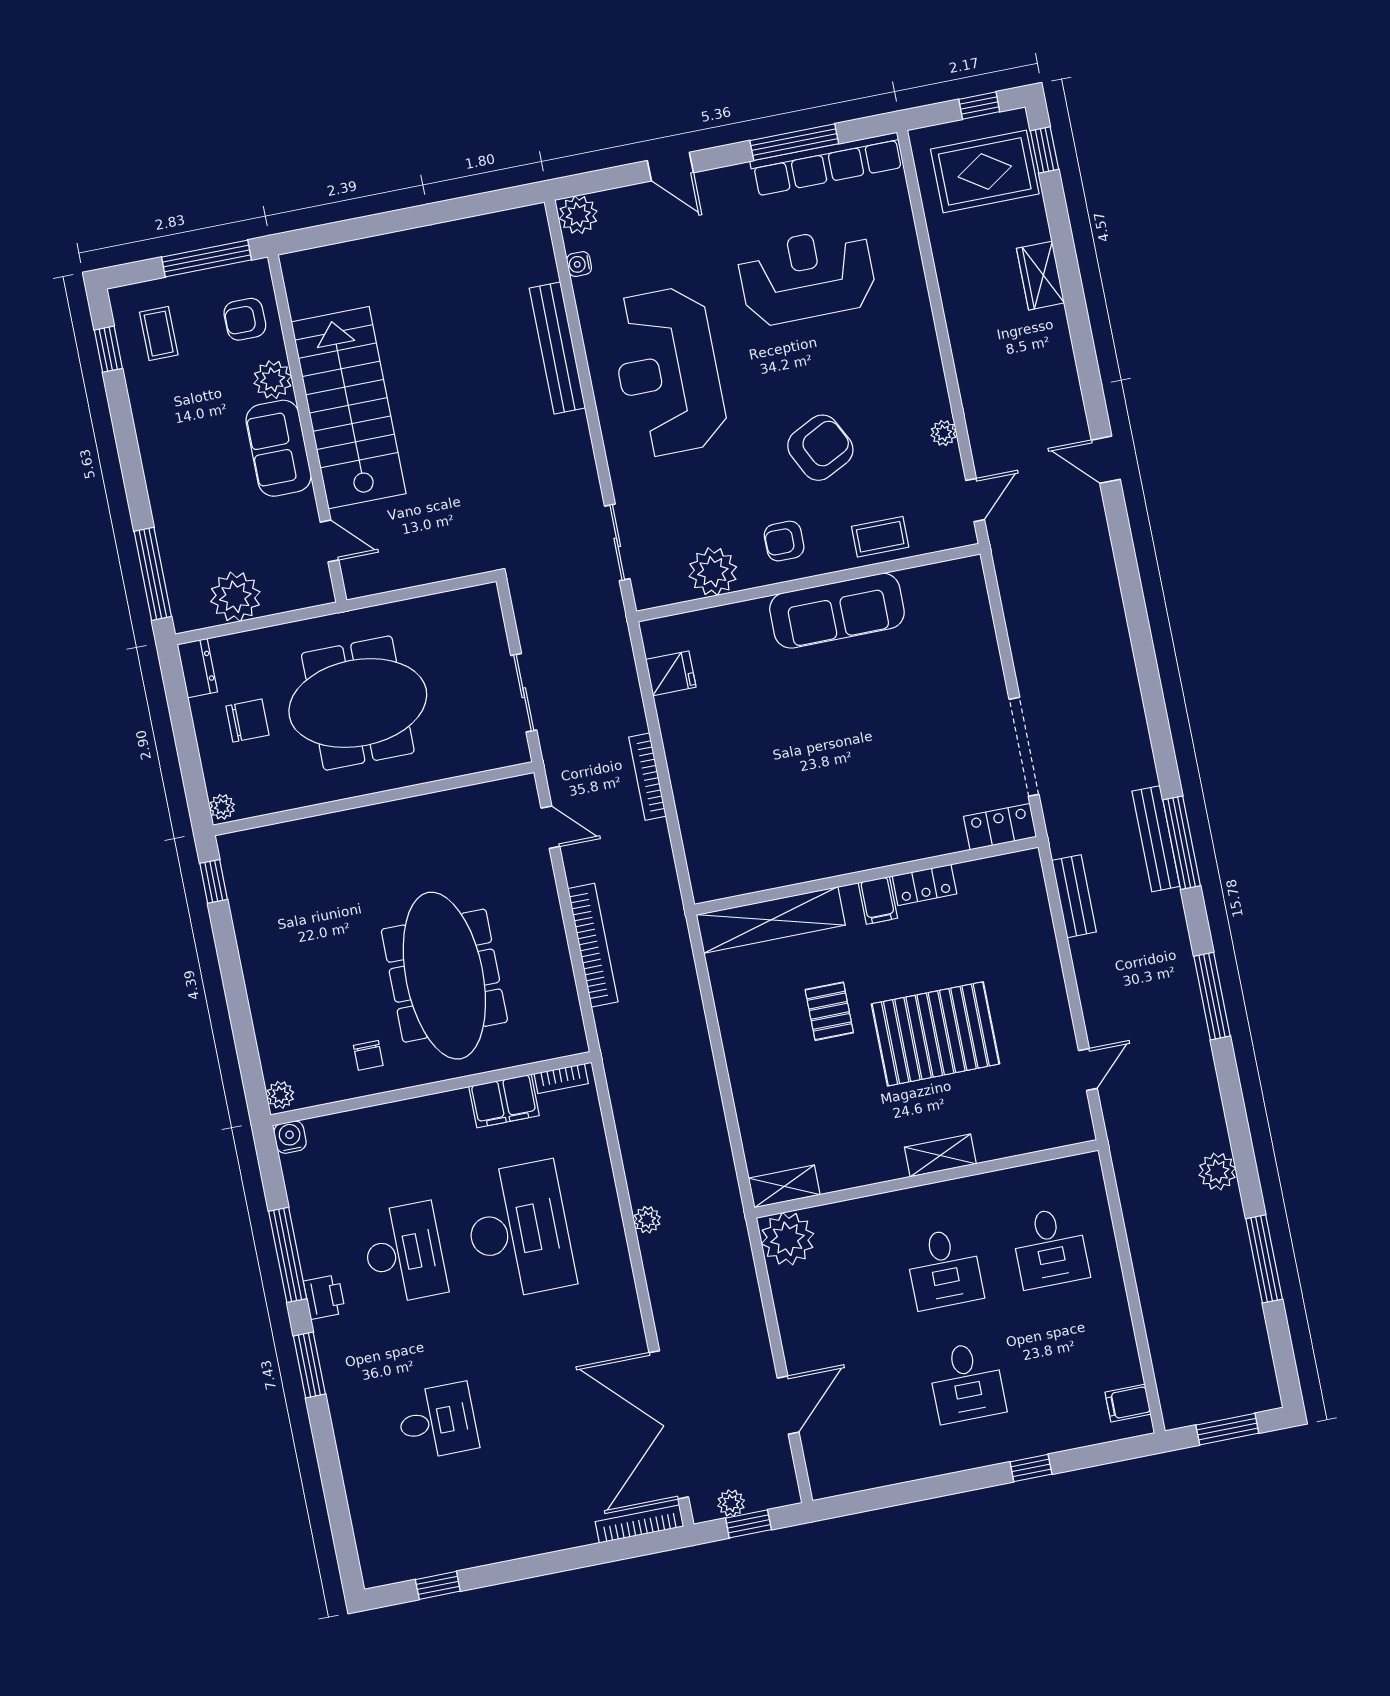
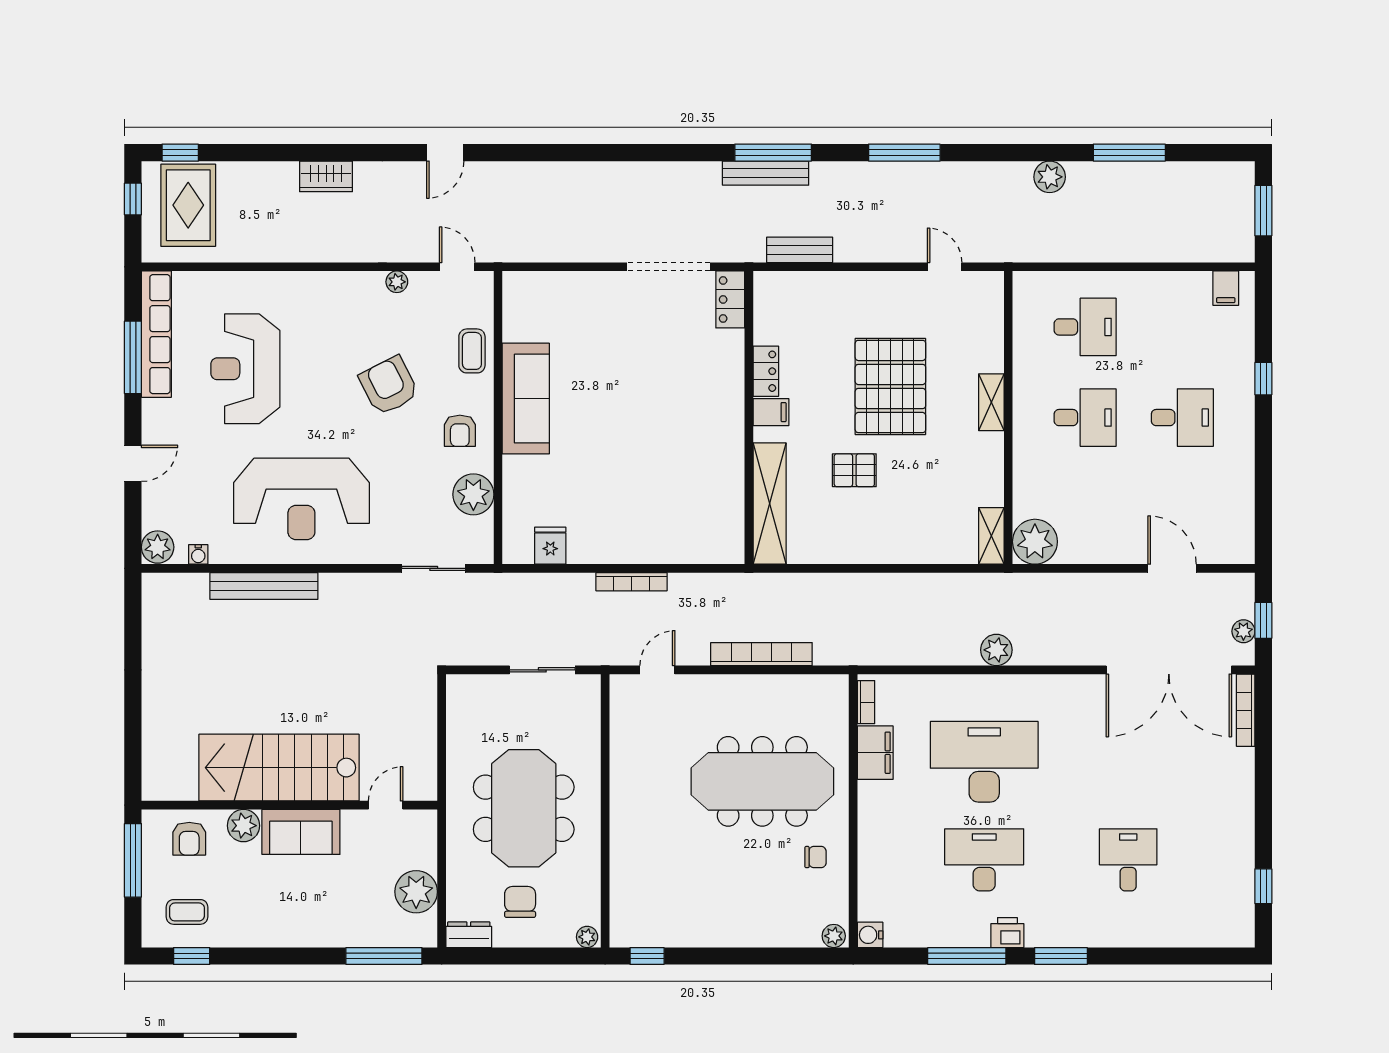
wardrobe: (1040, 276) -> (326, 176), moved
plant: (647, 1220) -> (996, 650), width x1.38, depth x1.38

